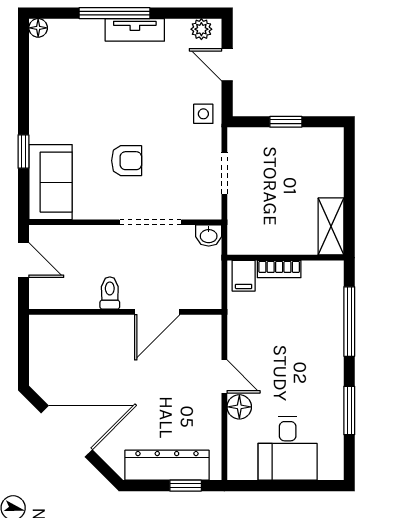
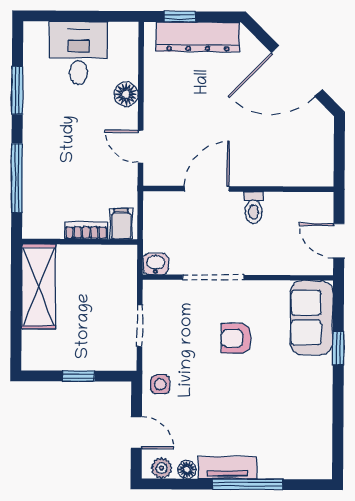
floor lamp: (38, 28) -> (187, 469), moved
shelving: (331, 226) -> (39, 287), width x1.50, depth x1.33
door: (224, 377) -> (141, 146), moved

